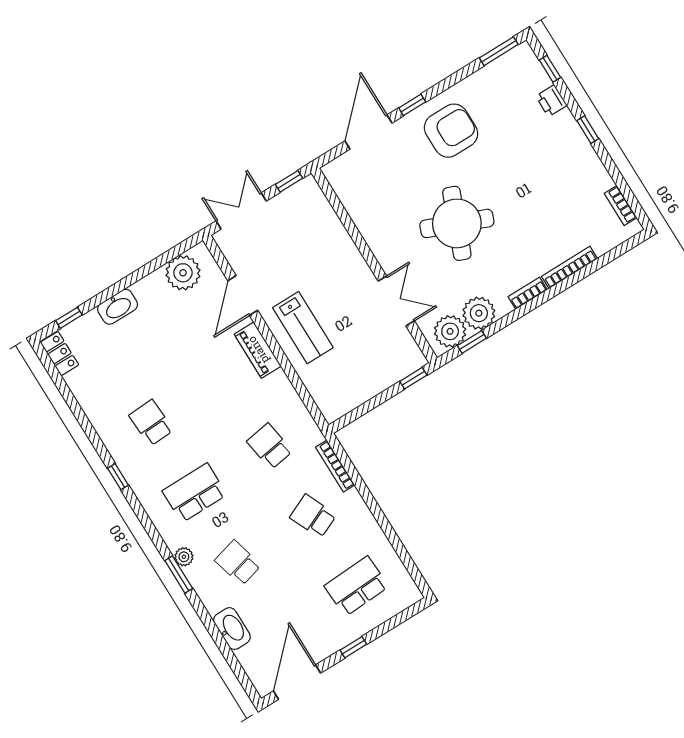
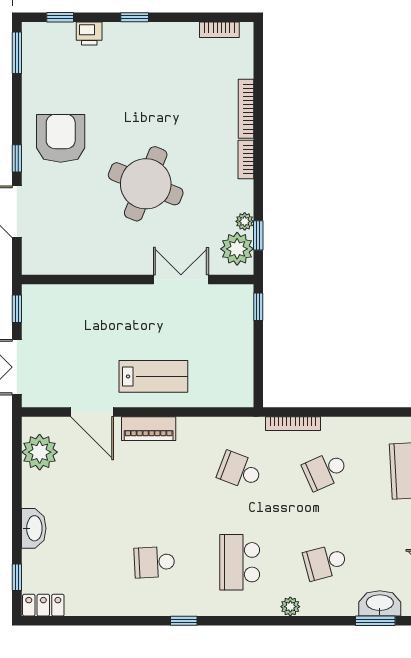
plant: (479, 313) -> (245, 221), width x0.53, depth x0.53
school desk: (270, 446) -> (240, 471), turned 30
window: (179, 575) -> (375, 621), moved

